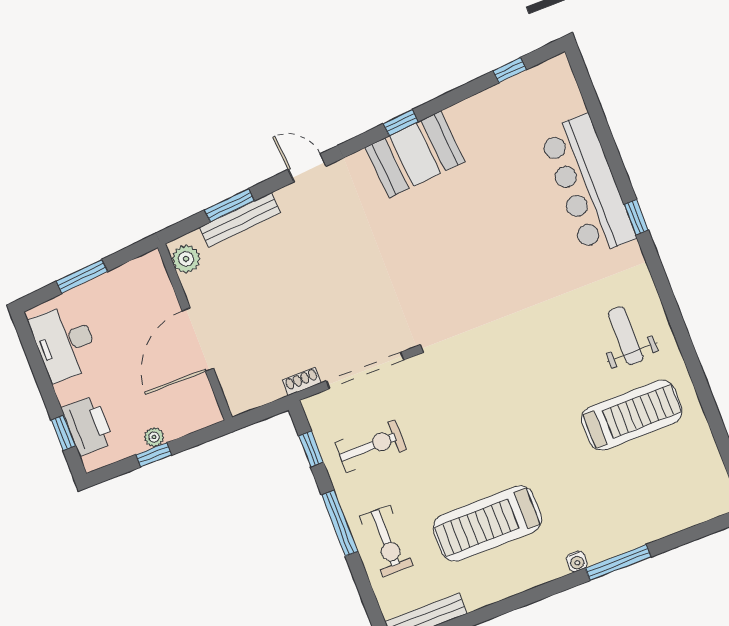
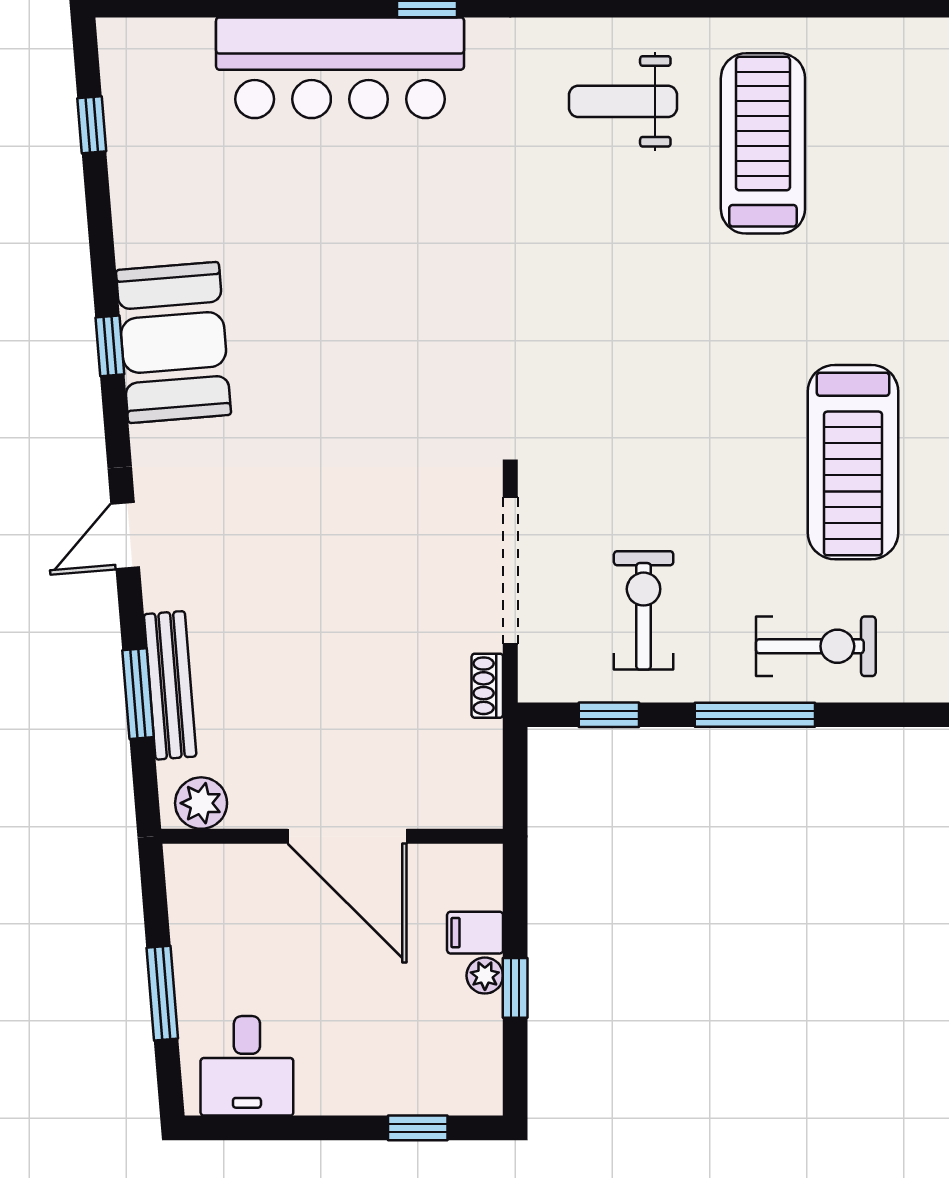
desk: (65, 343) -> (247, 1066), width x0.73
filing cabinet: (174, 424) -> (475, 933), added
printer: (88, 425) -> (421, 1081), removed

